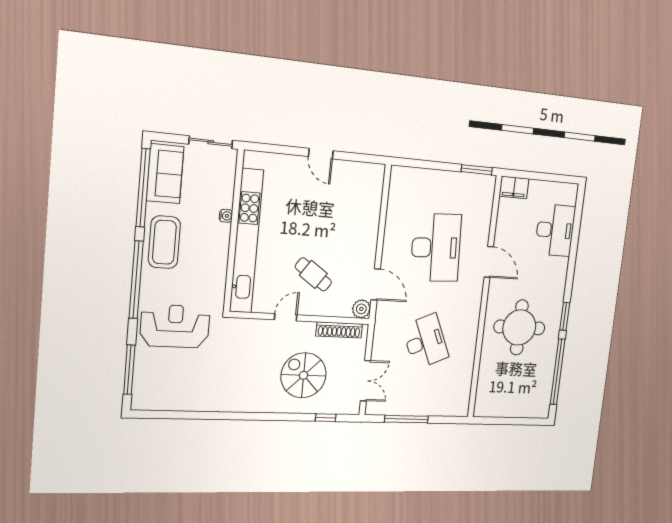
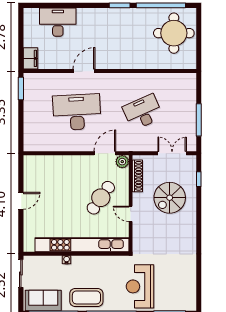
cafe table: (313, 274) -> (101, 198), width x1.37, depth x1.35
round table: (519, 327) -> (174, 33), moved

